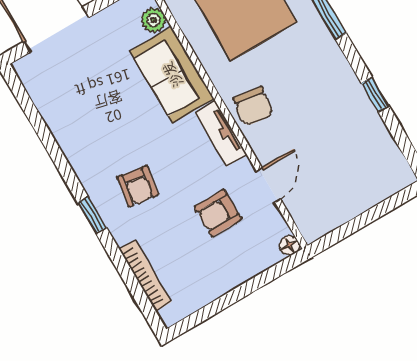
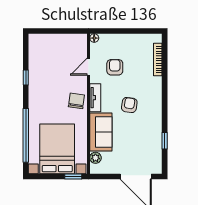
armchair: (138, 186) -> (129, 105), moved
armchair: (218, 213) -> (115, 67), turned -90
window: (92, 215) -> (165, 141), moved

